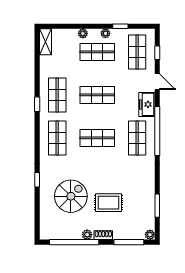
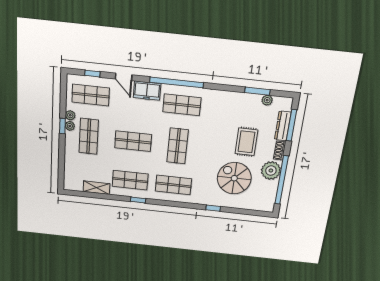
window: (120, 26) -> (62, 126), moved
plant: (83, 33) -> (70, 115), moved
shelving: (45, 42) -> (96, 188), moved
door: (157, 82) -> (124, 77), swing flipped
shop shelf: (97, 95) -> (133, 141), turned 90
dresser: (127, 234) -> (283, 126), added
plant: (87, 235) -> (271, 171), width x1.88, depth x1.88
plant: (150, 235) -> (267, 100), moved

